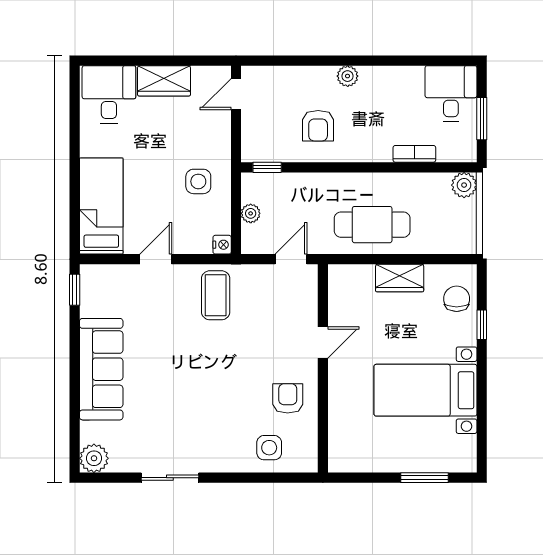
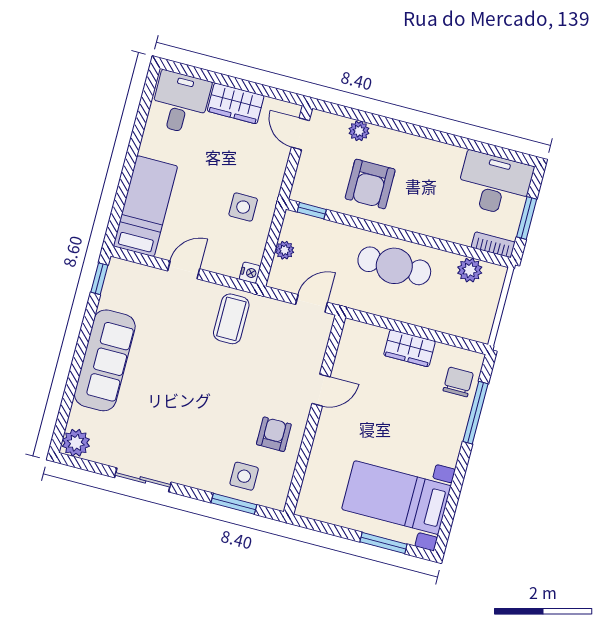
plant: (348, 76) -> (359, 131), moved
desk: (451, 93) -> (495, 184), width x1.37
door: (236, 94) -> (300, 134), hinge flipped
armchair: (318, 126) -> (370, 184), width x1.38, depth x1.38
bookcase: (414, 154) -> (493, 245), moved
plant: (464, 185) -> (470, 270), moved
cafe table: (372, 225) -> (394, 266), moved
window: (482, 325) -> (476, 413), width x2.17
bed with nightstands: (425, 390) -> (396, 498), moved
window: (266, 478) -> (234, 504), added

